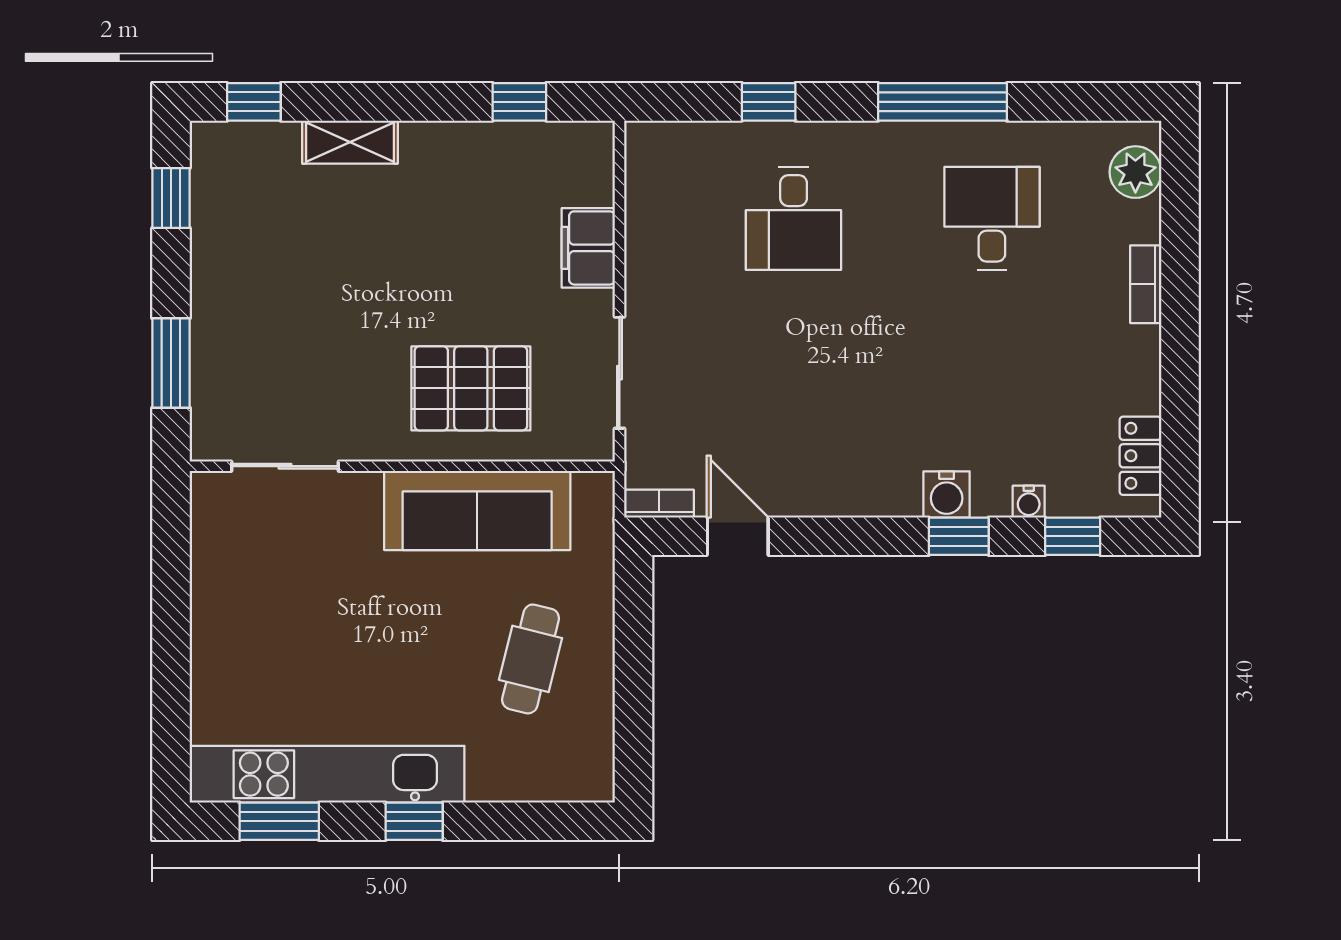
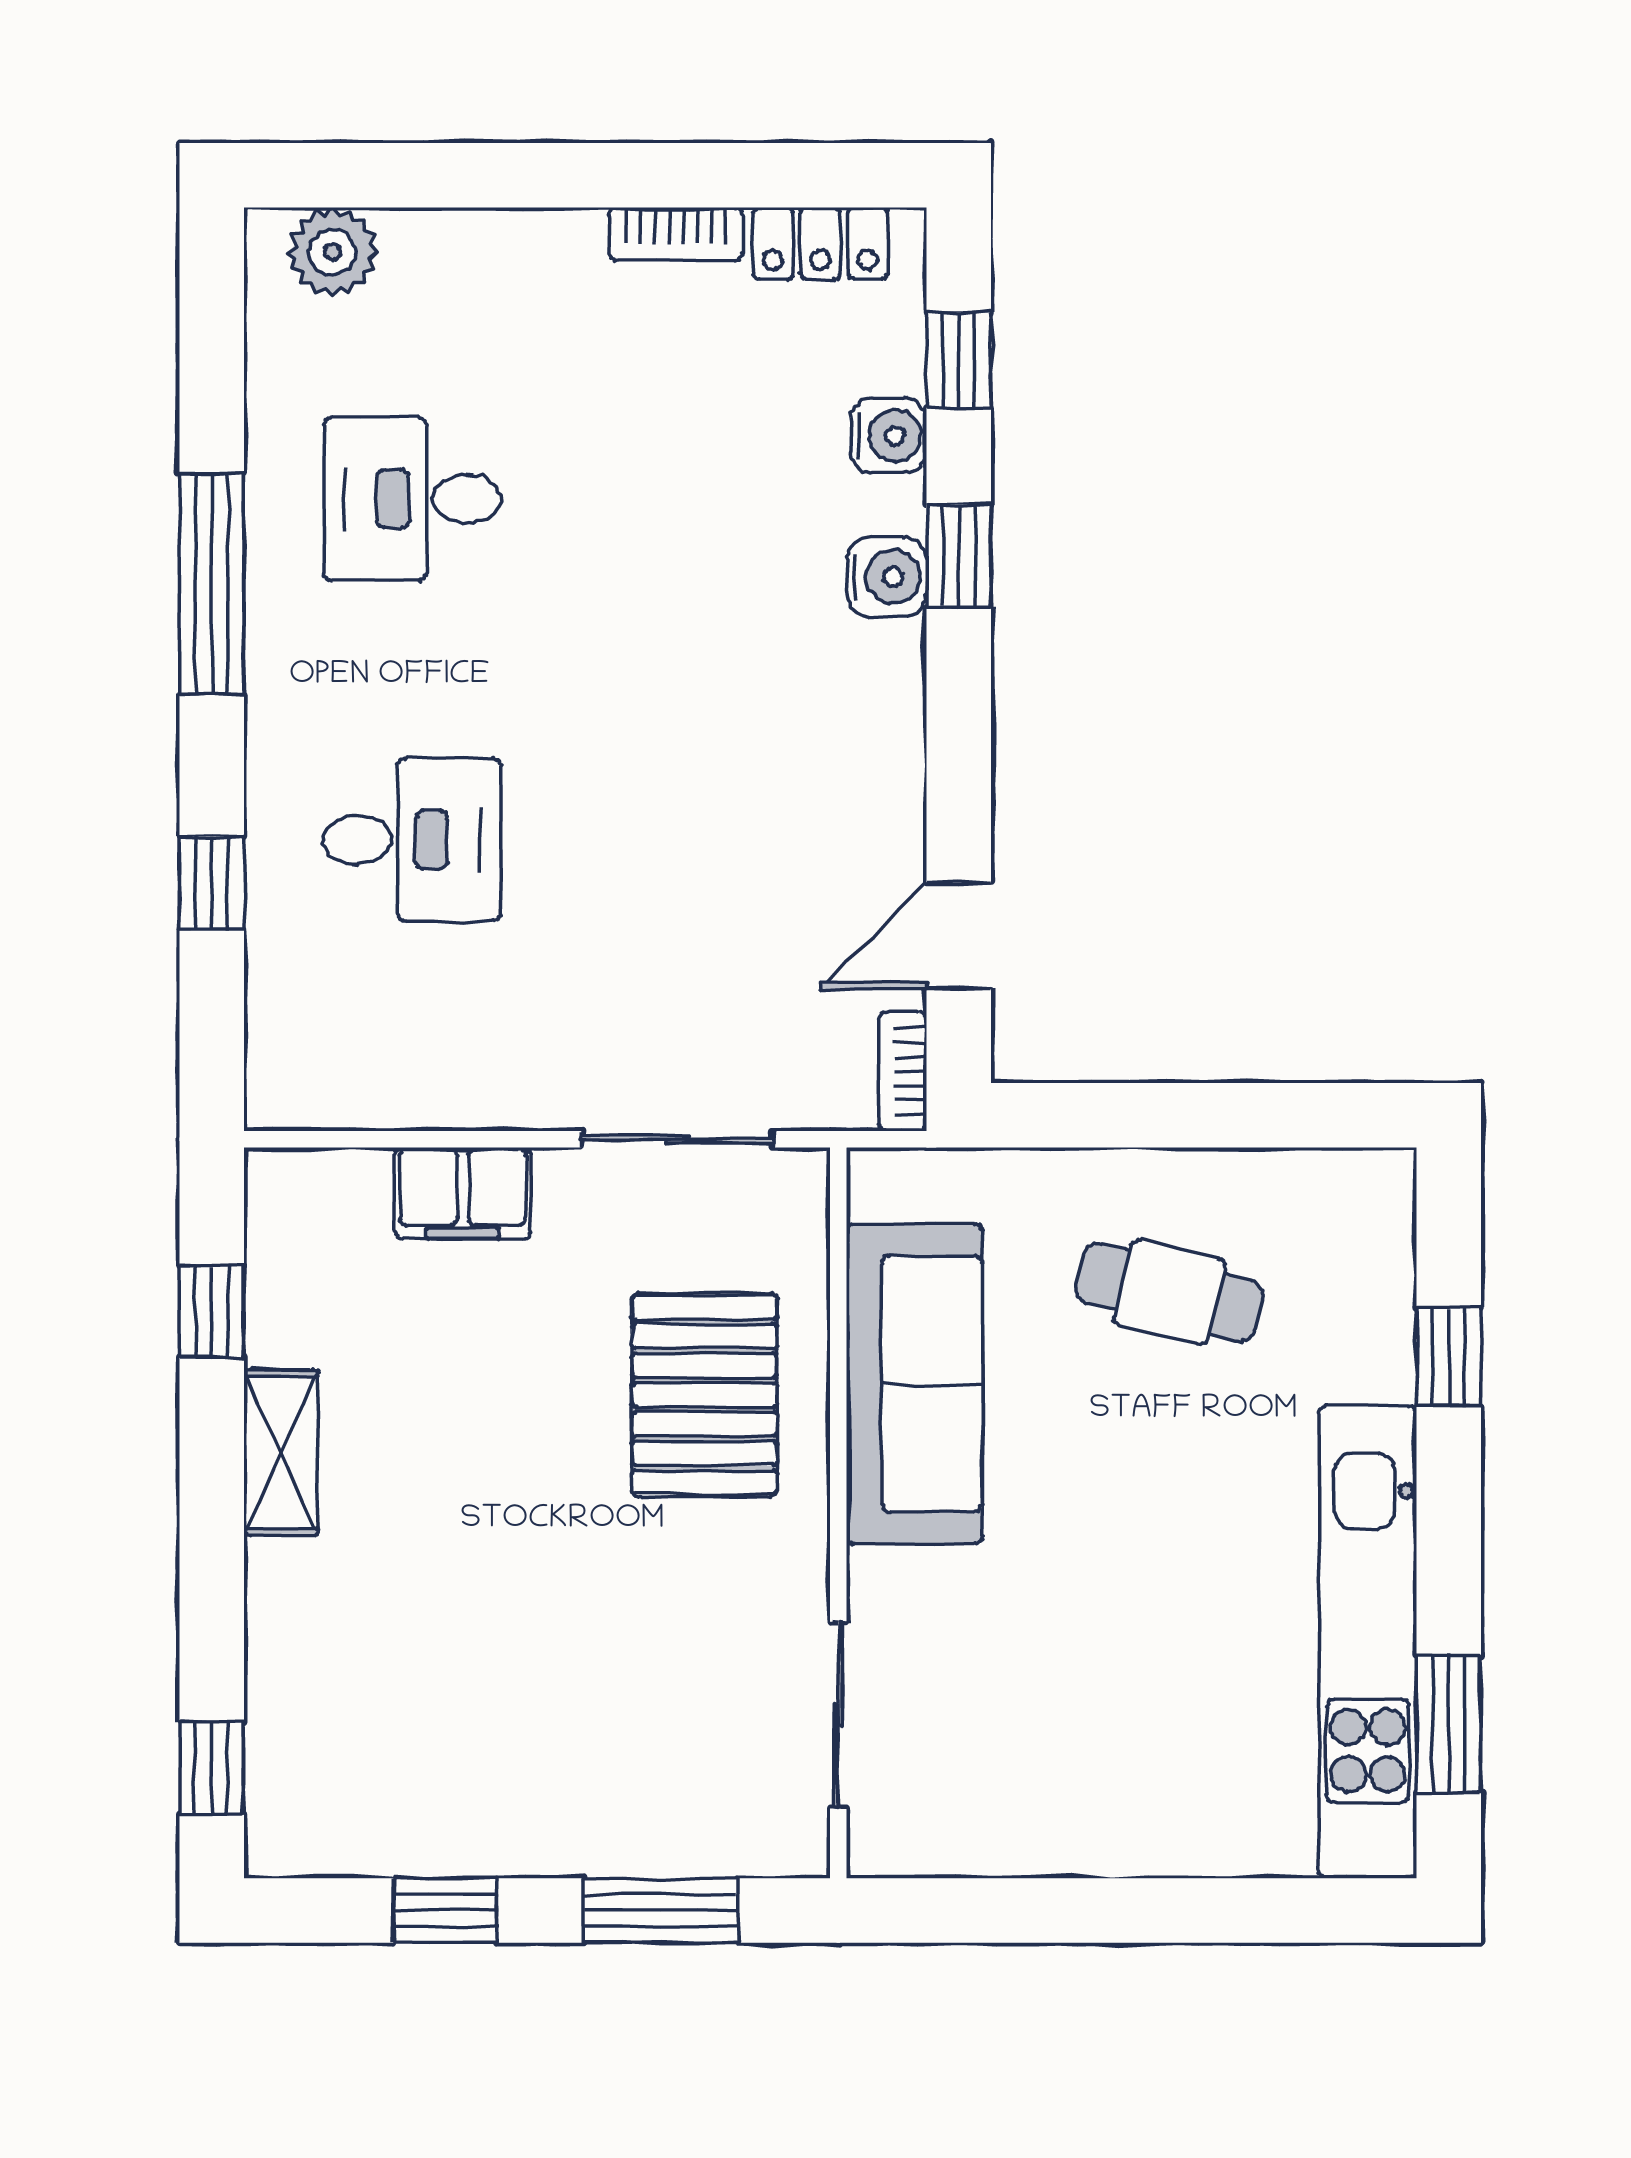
shelving: (350, 142) -> (281, 1452), moved
window: (171, 198) -> (445, 1910), moved
bookcase: (1146, 284) -> (676, 234), moved
water cooler: (1029, 502) -> (889, 436), width x1.38, depth x1.38
window: (414, 821) -> (1449, 1357), moved

